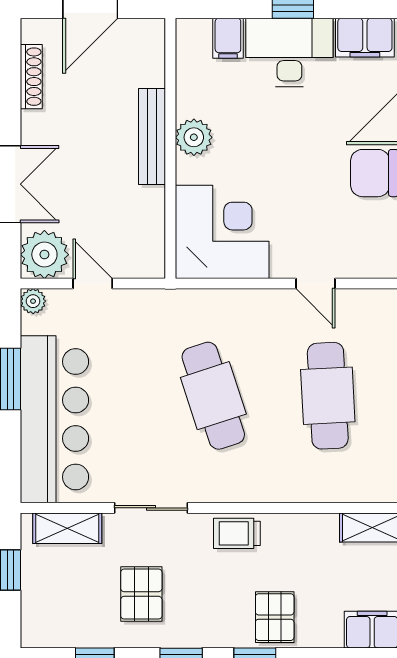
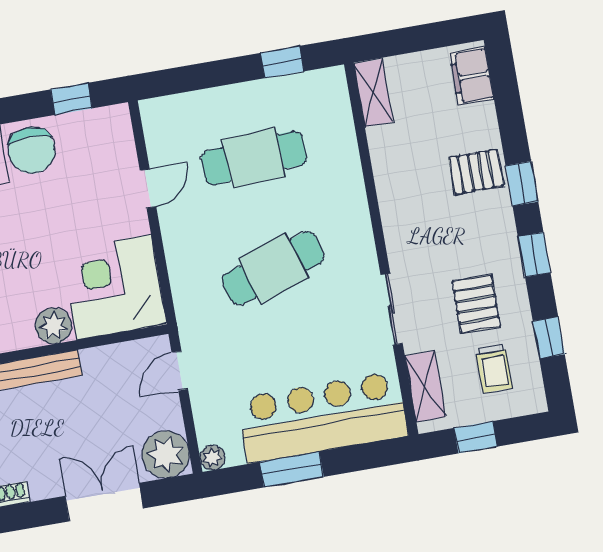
plant: (194, 137) -> (54, 326), moved
door: (93, 284) -> (180, 371), moved
trolley: (237, 533) -> (494, 368), moved
pallet: (141, 594) -> (476, 304), turned 90

